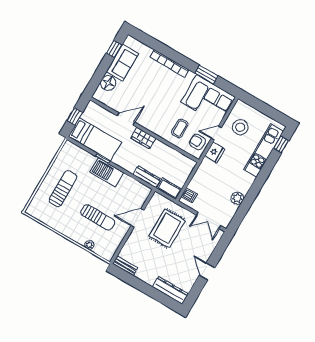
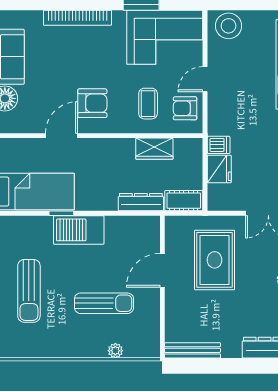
armchair: (151, 112) -> (92, 103), added
stool: (240, 127) -> (229, 26), moved
wardrobe: (143, 138) -> (154, 149), moved
fridge: (215, 152) -> (219, 169), moved
sun lounger: (63, 189) -> (29, 291), turned 180
dishwasher: (189, 195) -> (219, 145), moved
bench: (125, 266) -> (193, 350), width x1.36

